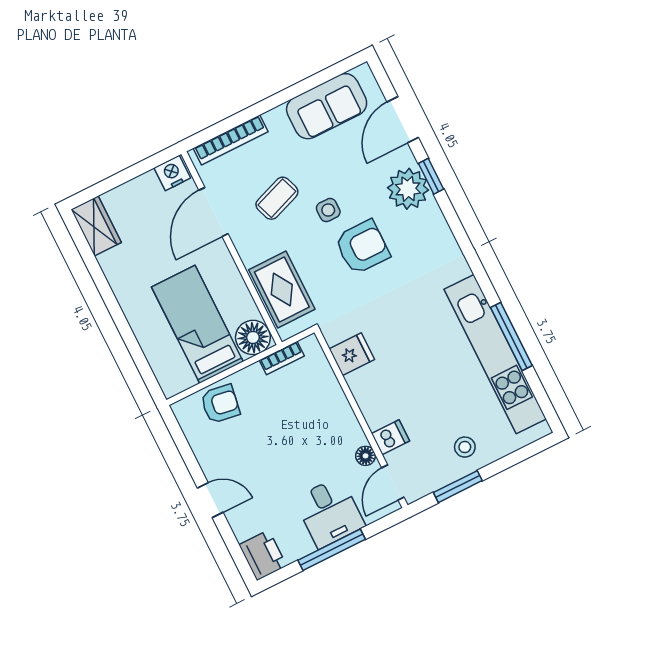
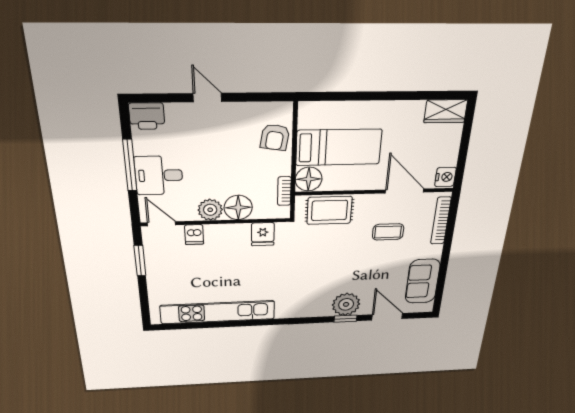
coffee table: (277, 198) -> (388, 232), turned -70
side table: (328, 210) -> (362, 258), removed
armchair: (362, 247) -> (327, 267), removed
window: (511, 337) -> (224, 324), removed
plant: (347, 434) -> (210, 210), added
stool: (465, 447) -> (165, 274), removed
floor lamp: (366, 456) -> (238, 208), moved, width x1.89, depth x1.89
door: (210, 500) -> (207, 98), swing flipped

